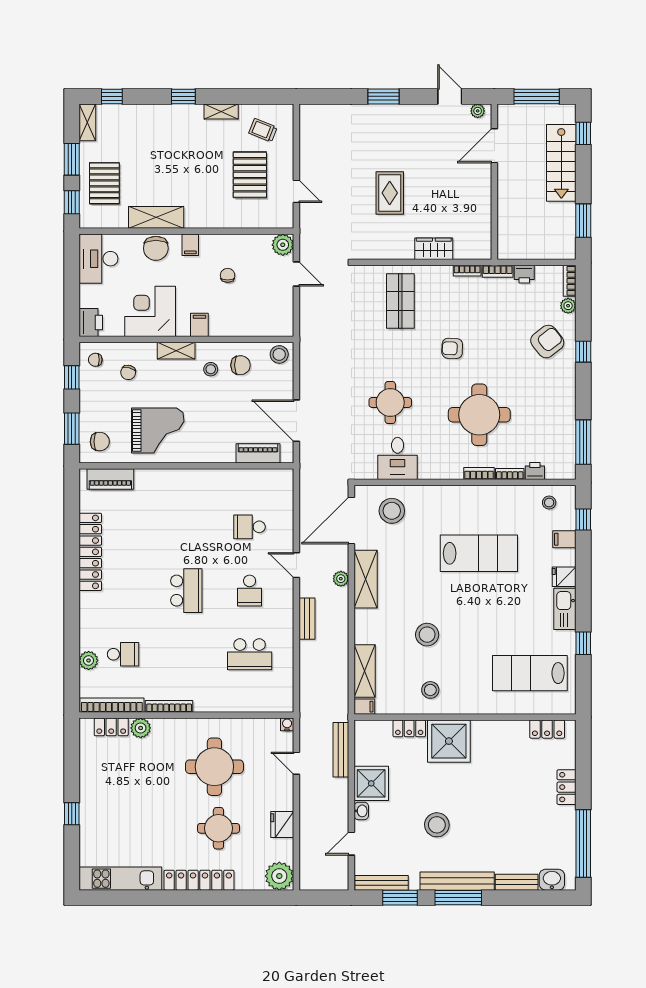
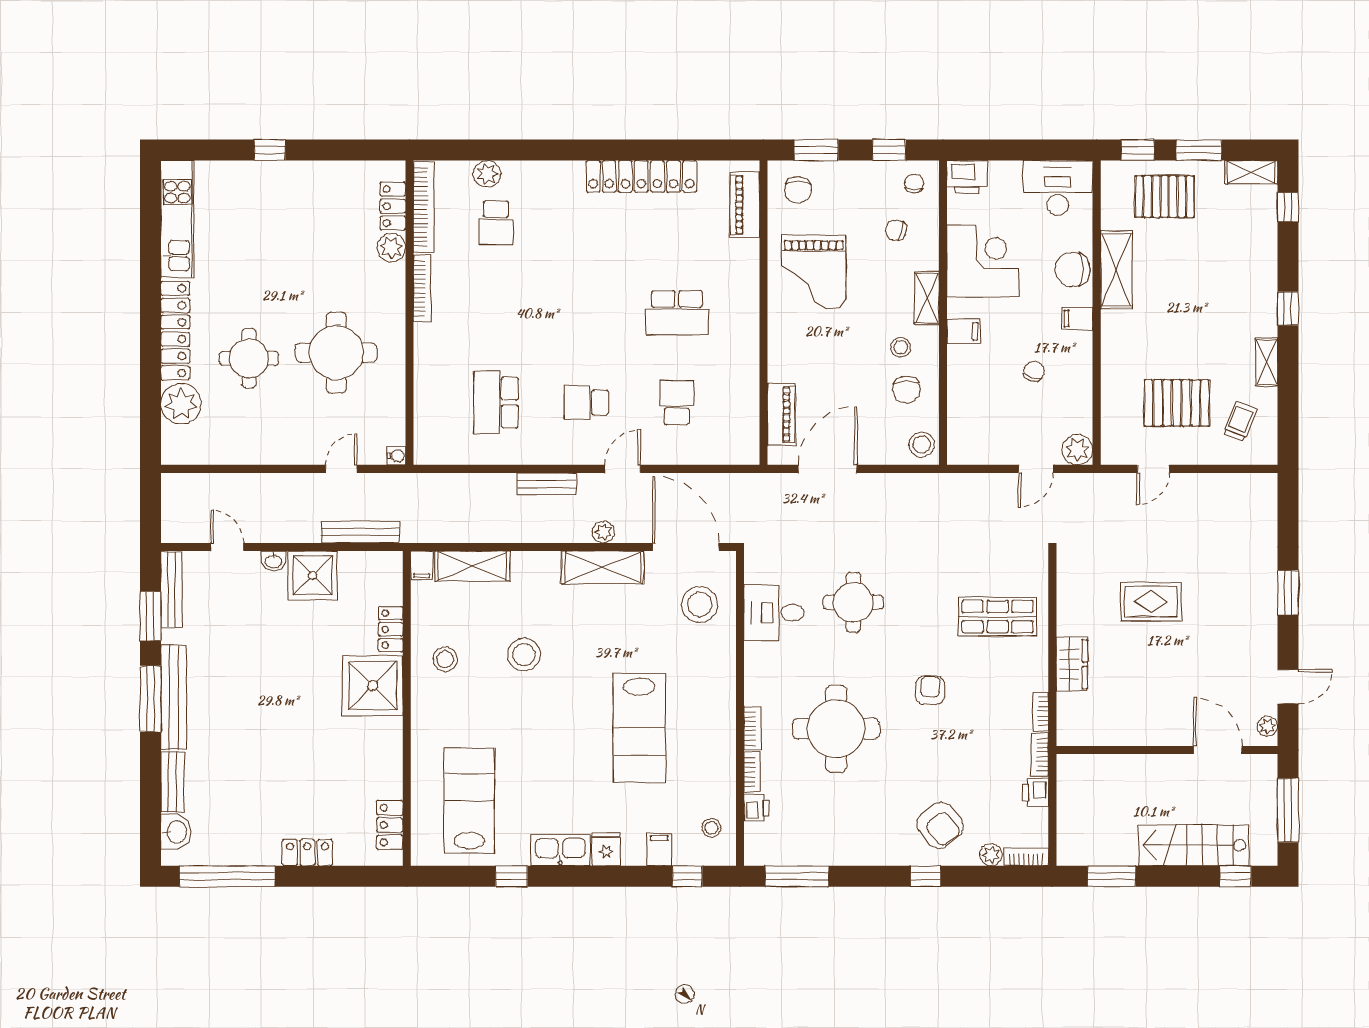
chair: (228, 275) -> (1034, 371), turned -72
school desk: (186, 591) -> (677, 313), moved
fridge: (282, 825) -> (254, 449), removed
stool: (437, 825) -> (254, 668), removed
plant: (279, 876) -> (181, 404), moved

